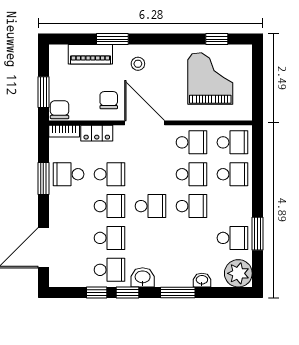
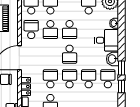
school desk: (191, 174) -> (50, 30), turned 180
school desk: (151, 206) -> (70, 54), turned 180
school desk: (191, 206) -> (70, 30), turned 180
desk: (174, 268) -> (106, 40), added
window: (178, 293) -> (121, 38), removed

